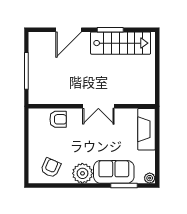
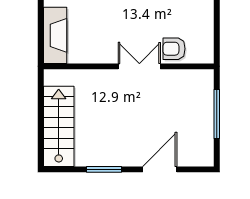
stairs: (121, 43) -> (59, 126), moved, turned 90
double door: (98, 106) -> (139, 66), moved

